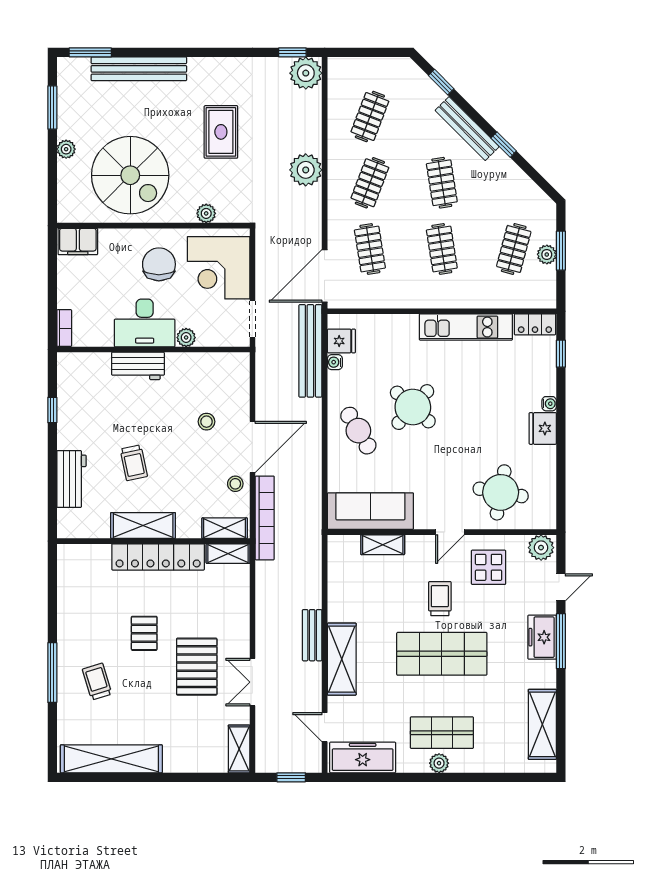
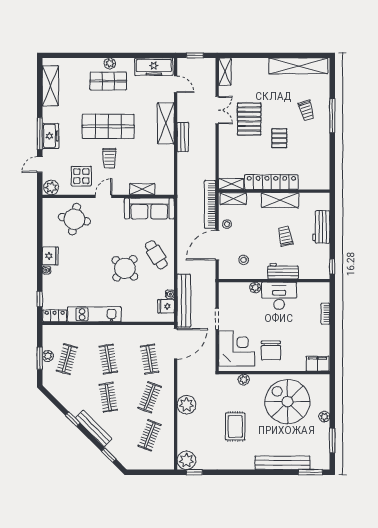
desk: (145, 323) -> (279, 296), moved
plant: (186, 337) -> (255, 288), moved
wall: (153, 350) -> (274, 281), moved
workbench: (138, 366) -> (283, 271), moved

